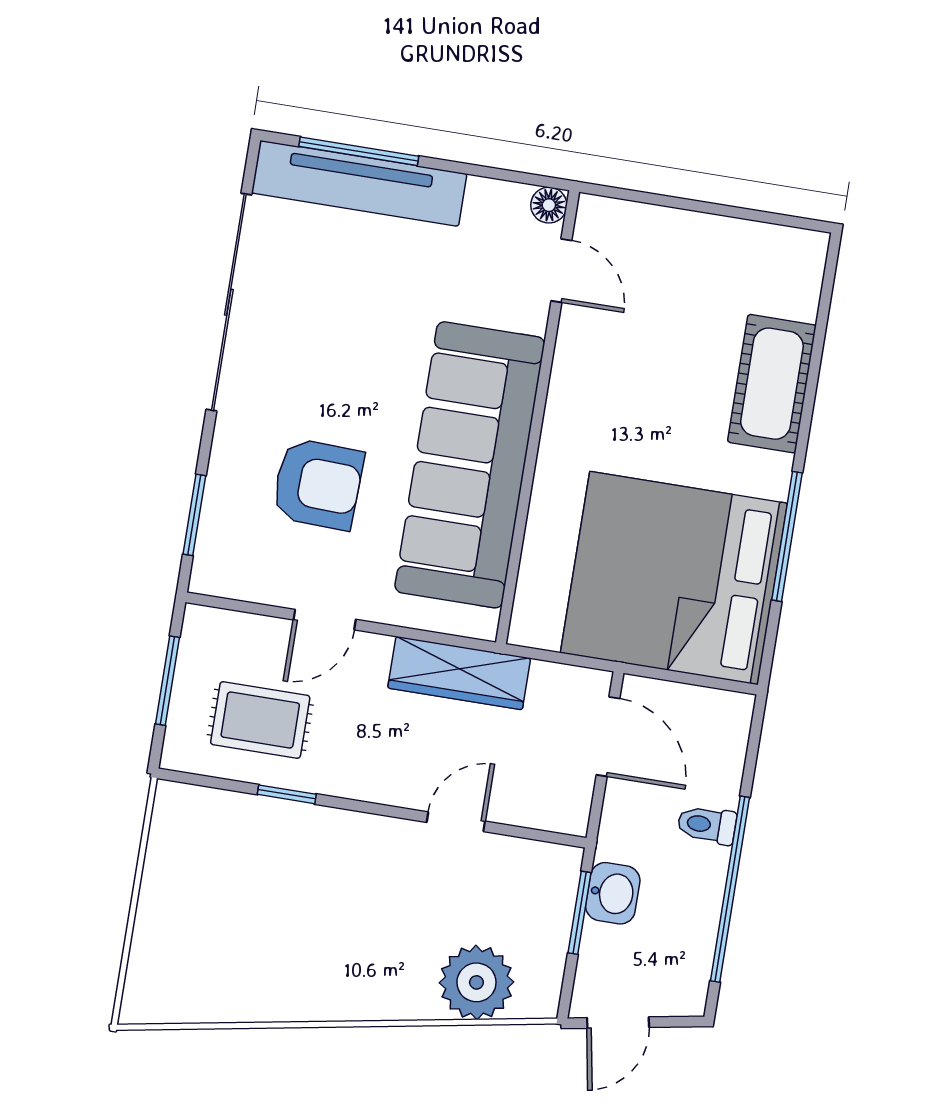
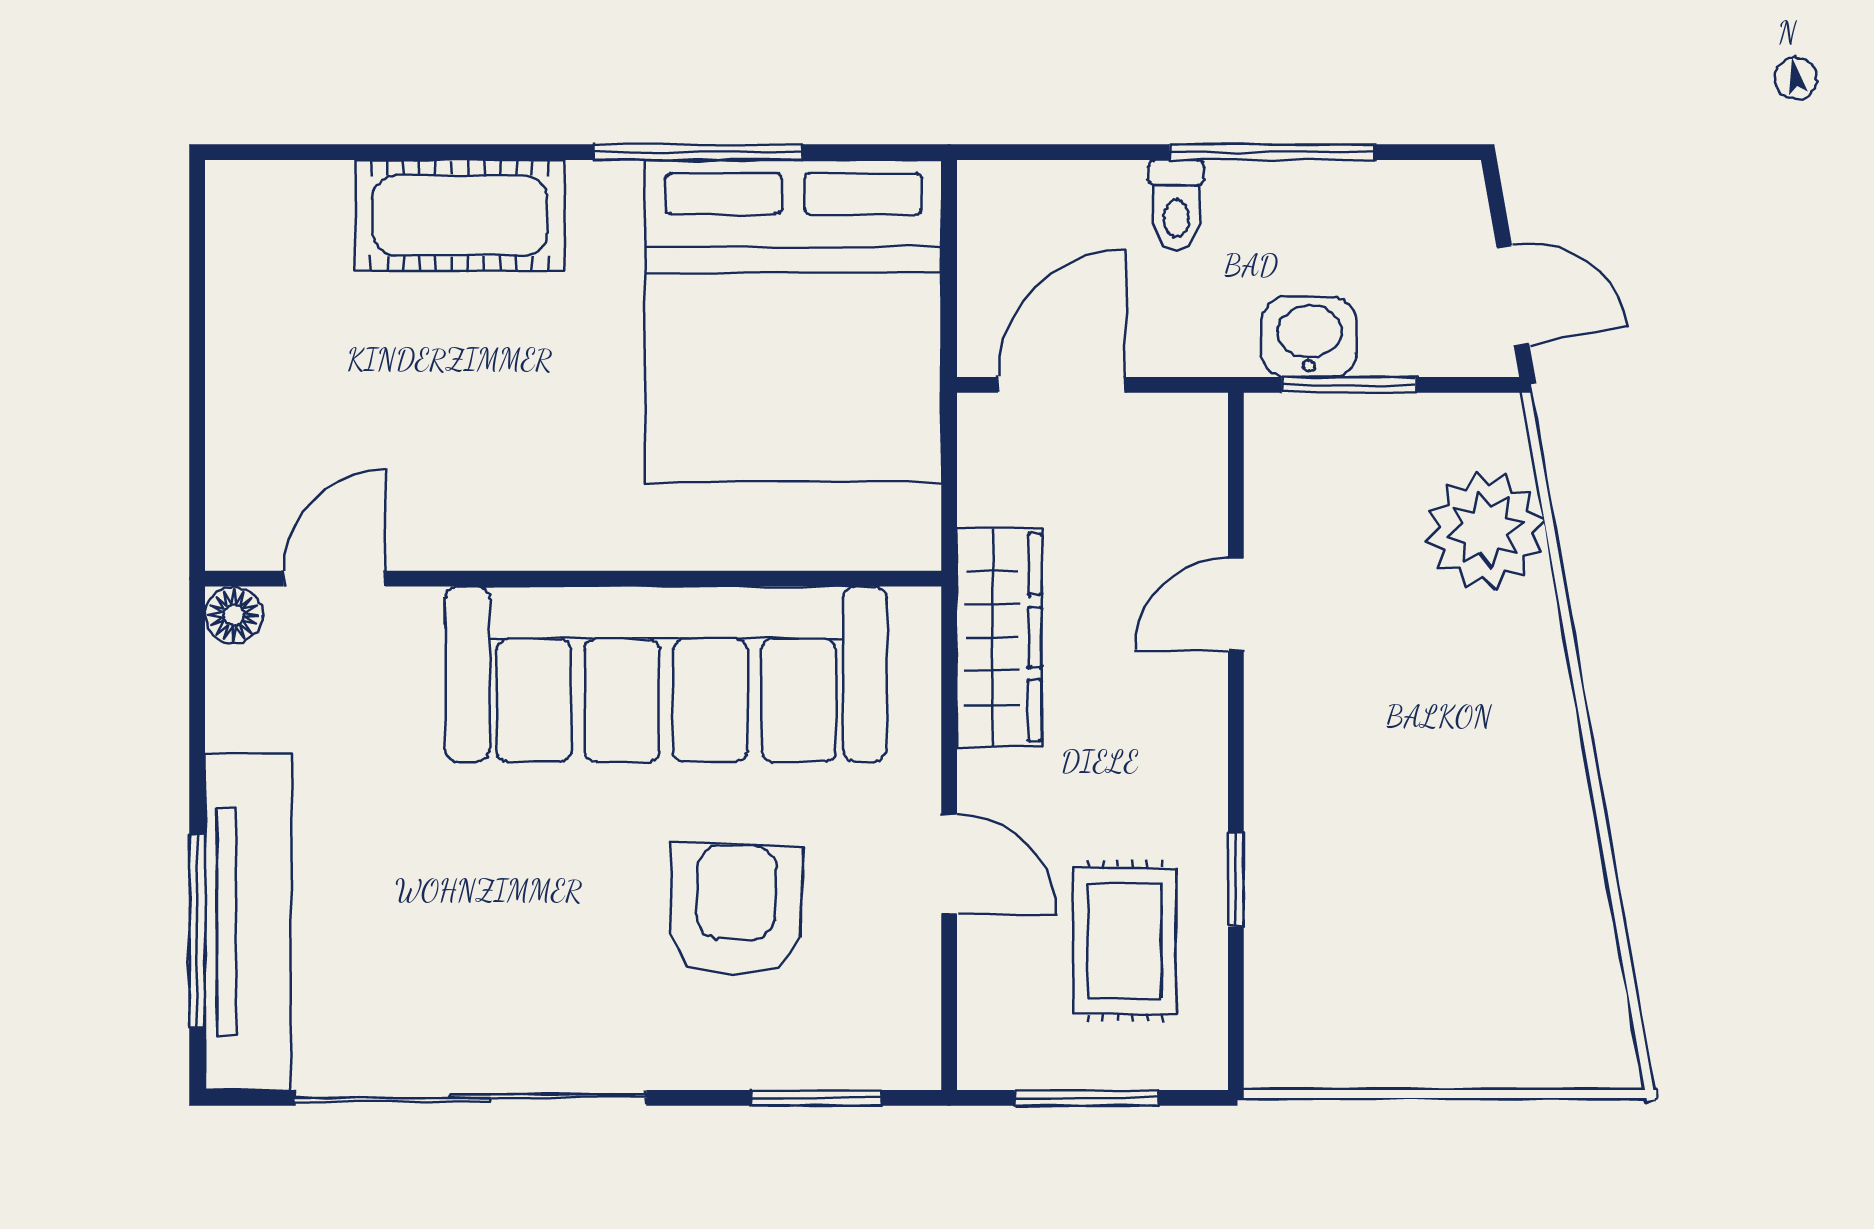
door: (456, 822) -> (1236, 604), hinge flipped
window: (730, 889) -> (1272, 152), width x0.68

